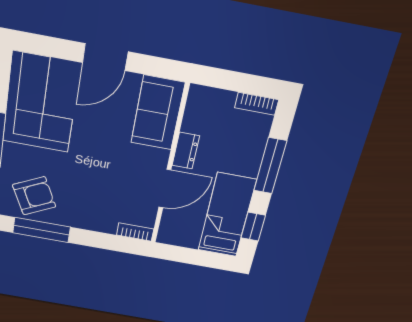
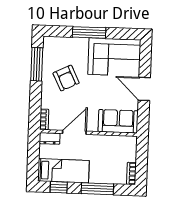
dresser: (186, 151) -> (50, 138), moved
door: (165, 189) -> (74, 132), swing flipped
armchair: (34, 196) -> (66, 78), moved

